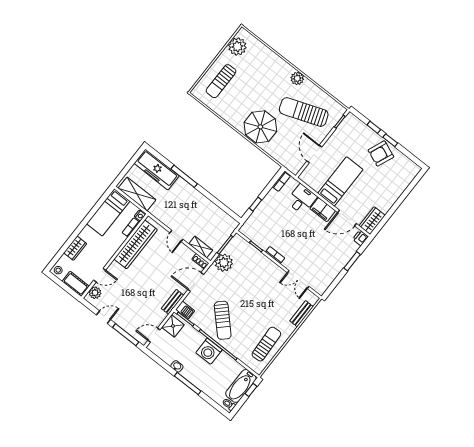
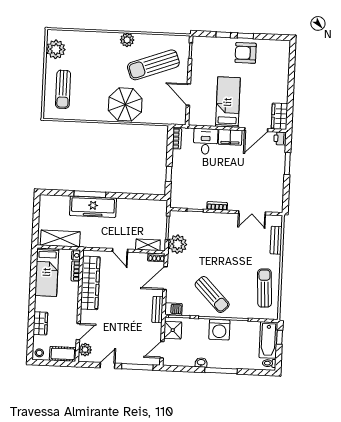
armchair: (381, 153) -> (246, 53), turned 68
freezer: (157, 170) -> (93, 207), moved

